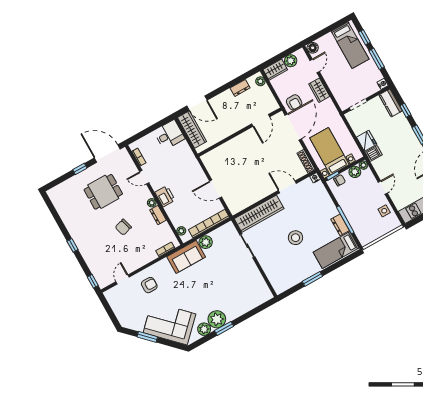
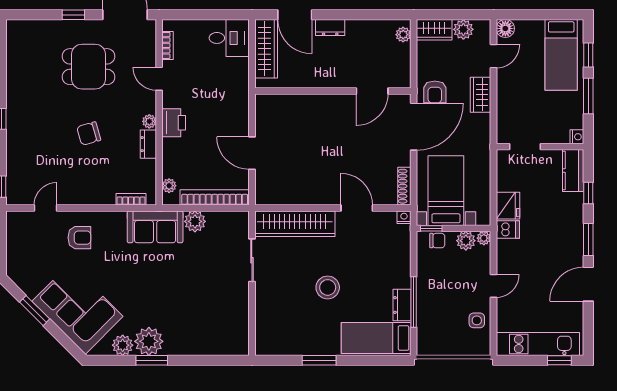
dresser: (240, 88) -> (330, 28), moved

